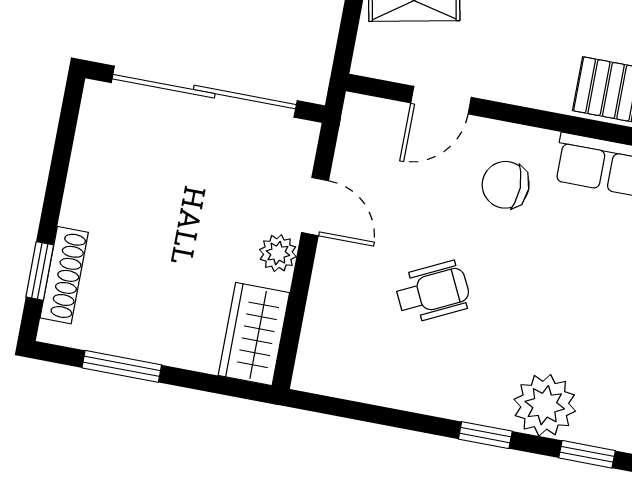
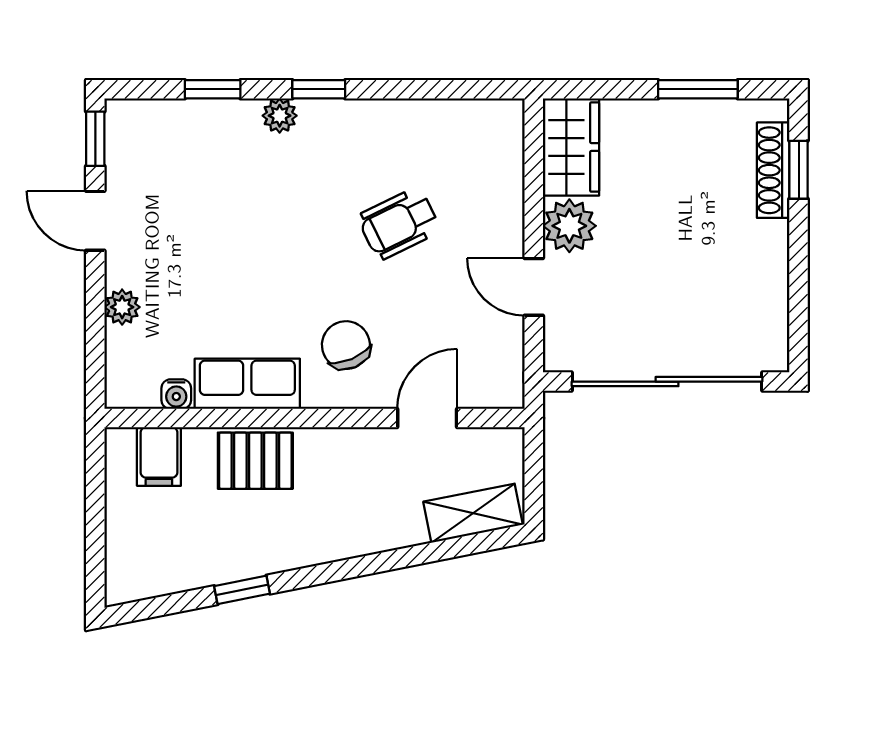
chair: (506, 185) -> (346, 345), turned -113
plant: (278, 253) -> (569, 226), width x1.38, depth x1.38
plant: (545, 405) -> (280, 116), width x0.53, depth x0.53

